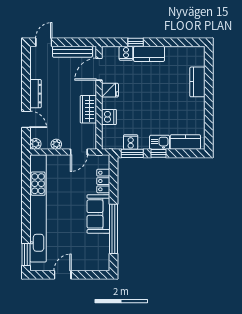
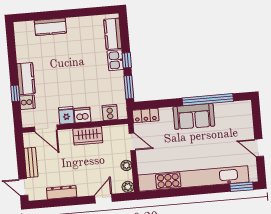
bench: (72, 52) -> (31, 162), width x0.73
dresser: (36, 94) -> (62, 192), moved
dishwasher: (109, 117) -> (82, 115), moved
cooker: (131, 142) -> (110, 112), moved, turned 90
locker: (103, 181) -> (146, 115), moved

